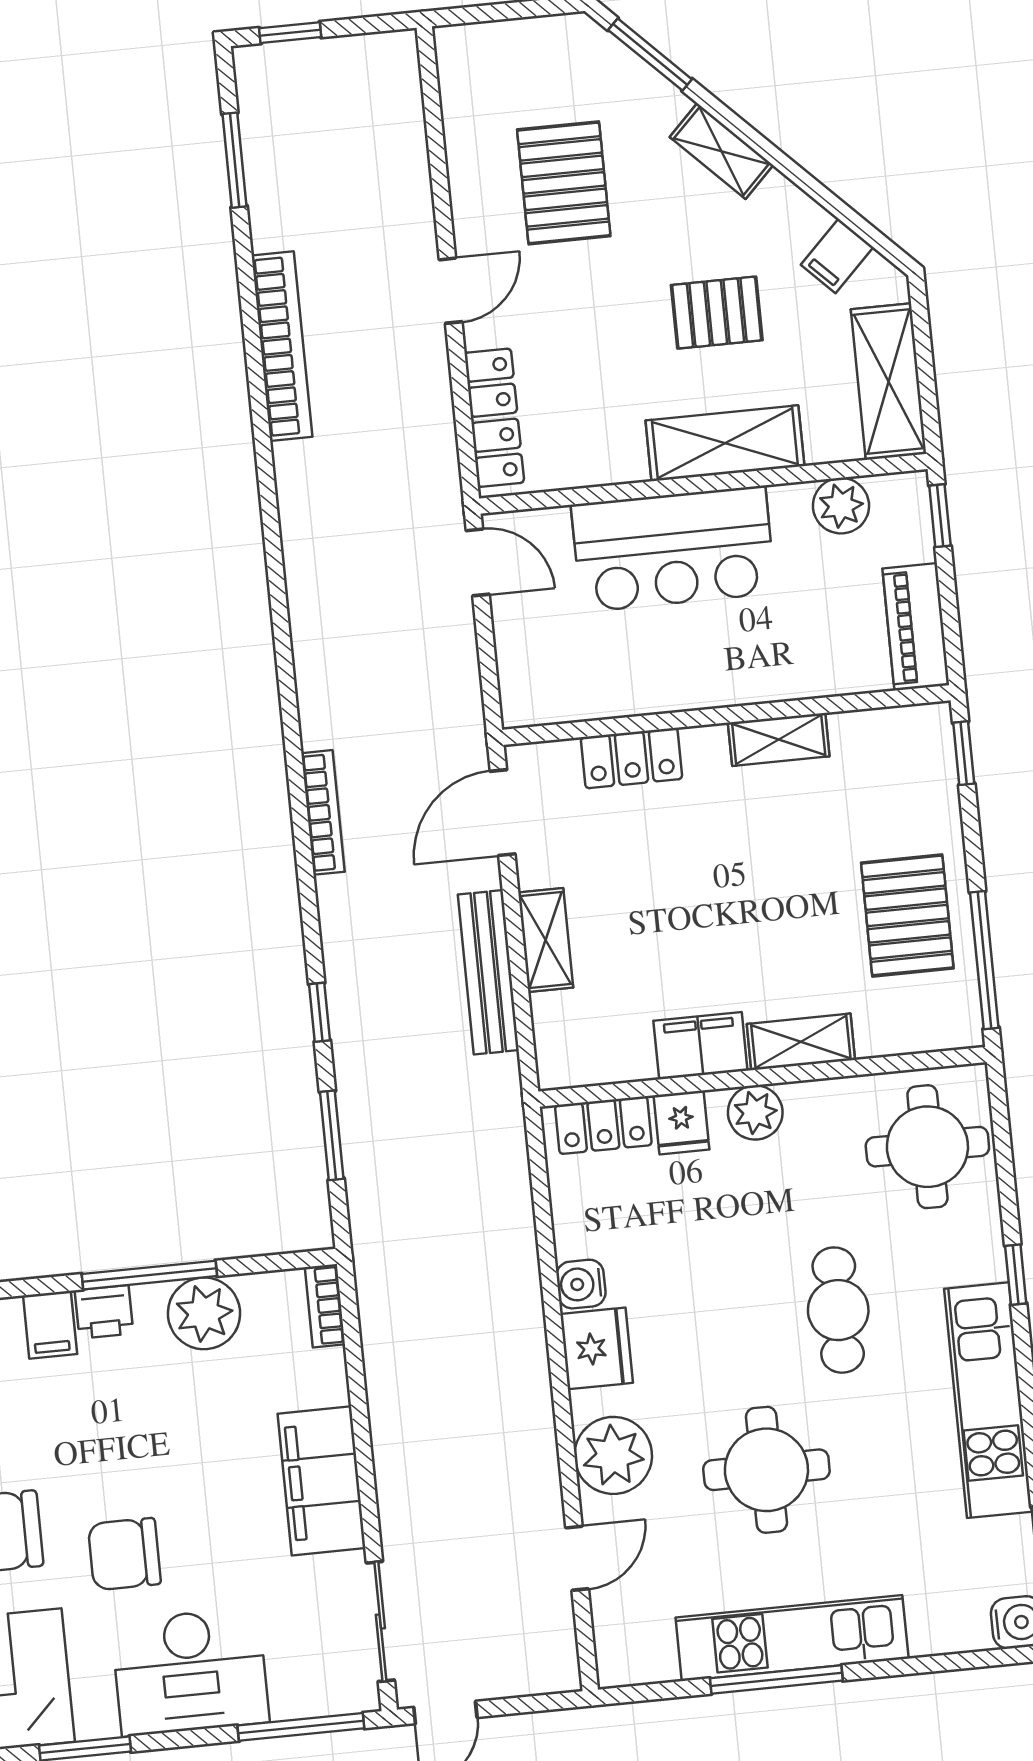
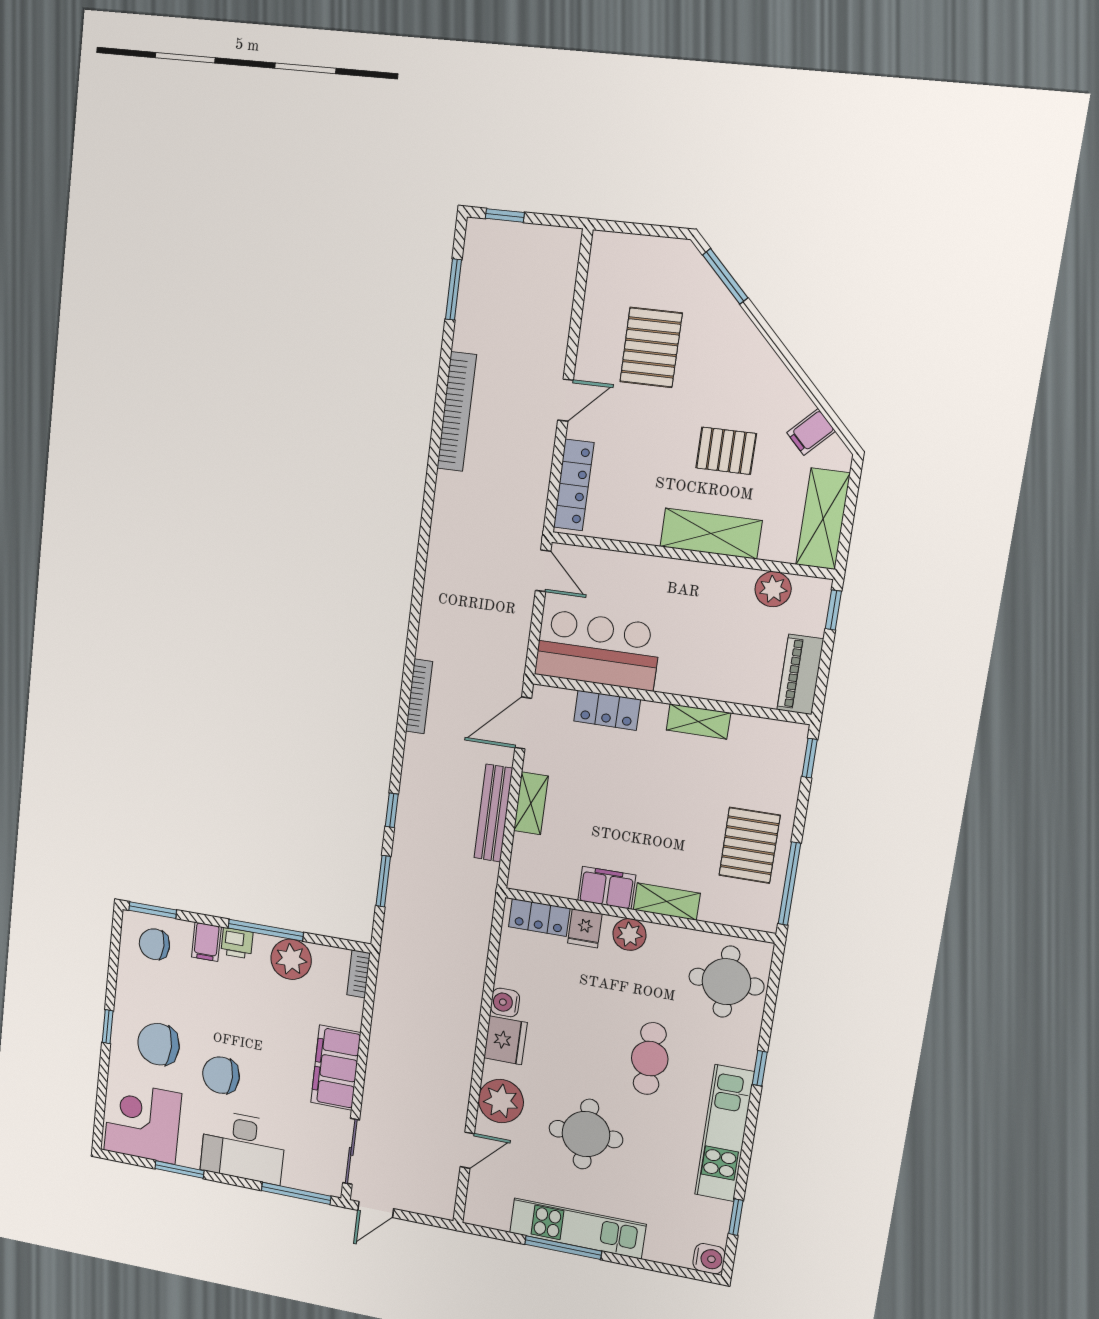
shelving: (721, 151) -> (755, 349), removed
bar counter: (673, 549) -> (598, 650), moved, turned 180

